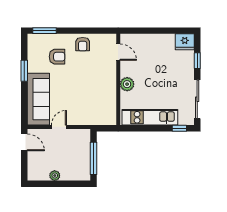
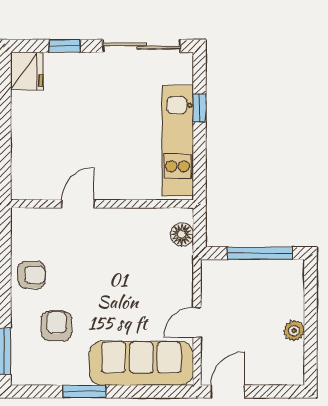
door: (118, 52) -> (78, 204), moved
plant: (127, 84) -> (111, 186), removed
floor lamp: (103, 119) -> (182, 234), added
door: (59, 127) -> (197, 322), hinge flipped
window: (179, 128) -> (199, 108), moved

